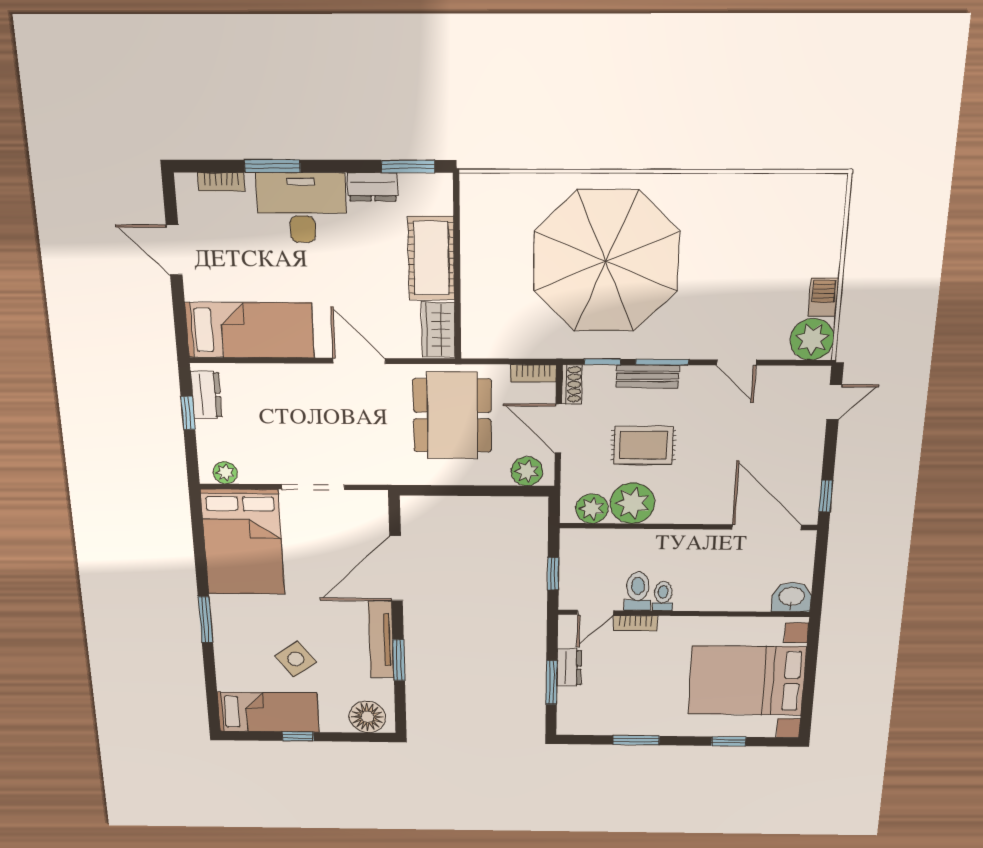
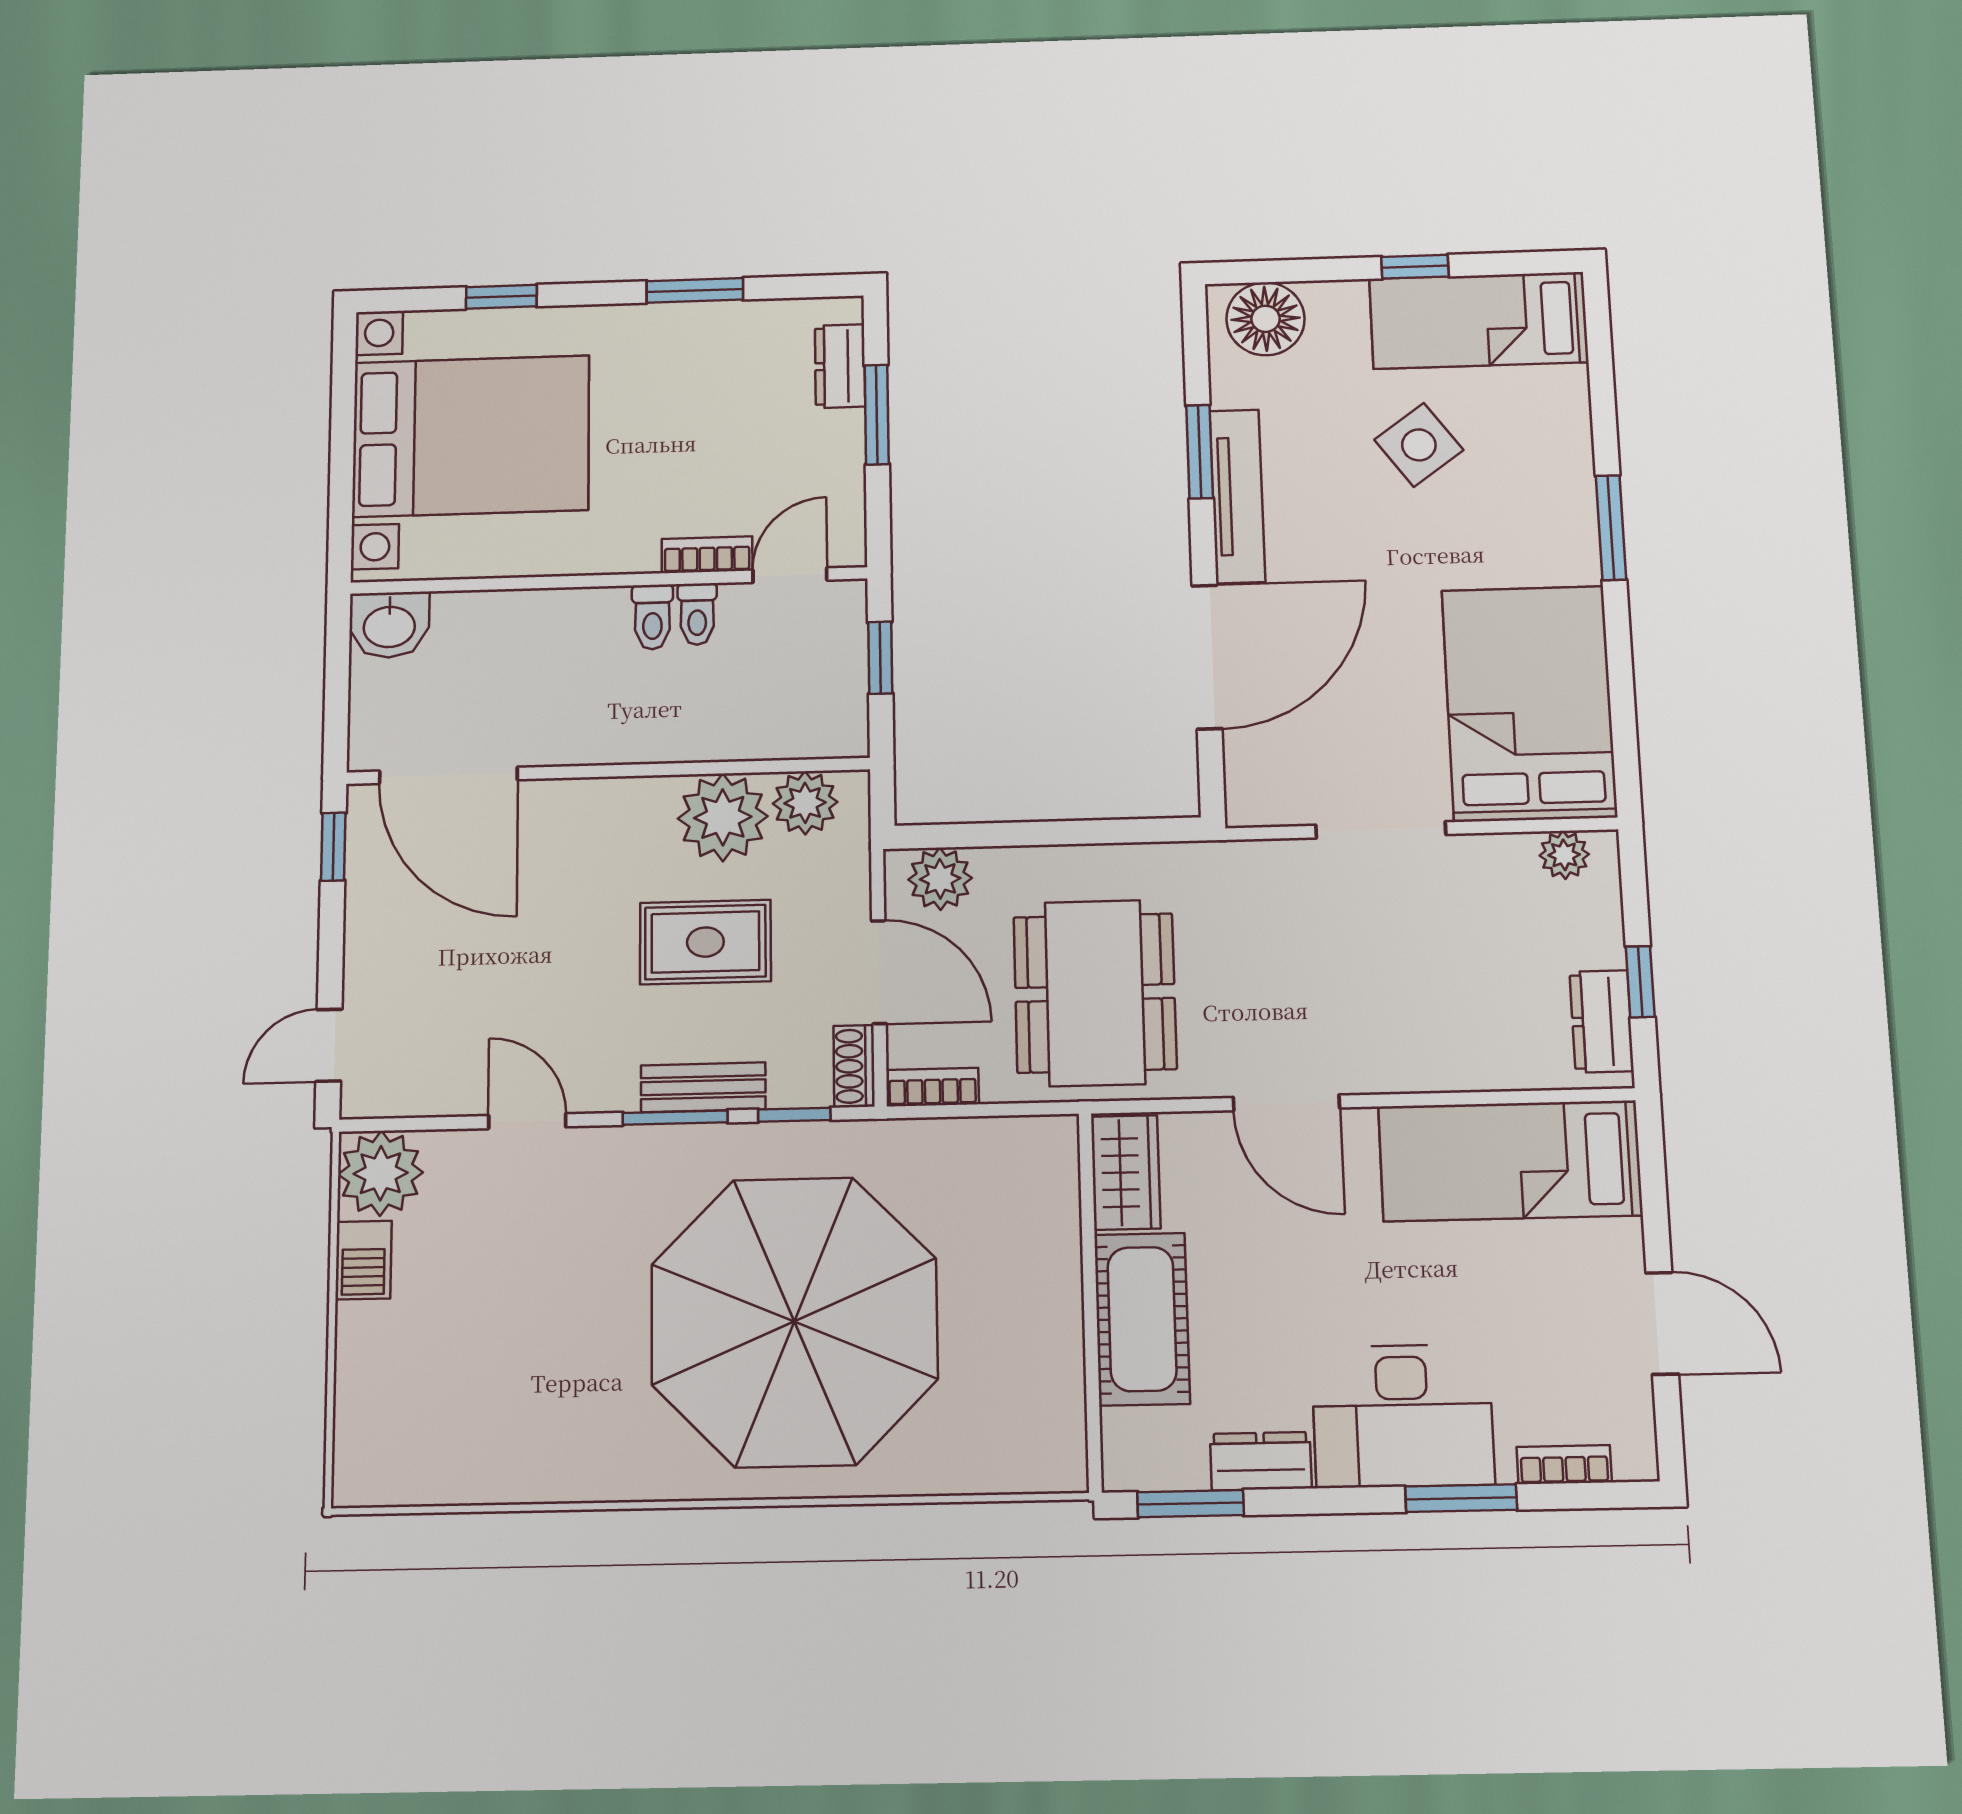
toilet: (638, 591) -> (697, 614), width x0.73, depth x0.72
dresser: (569, 668) -> (840, 366), moved

